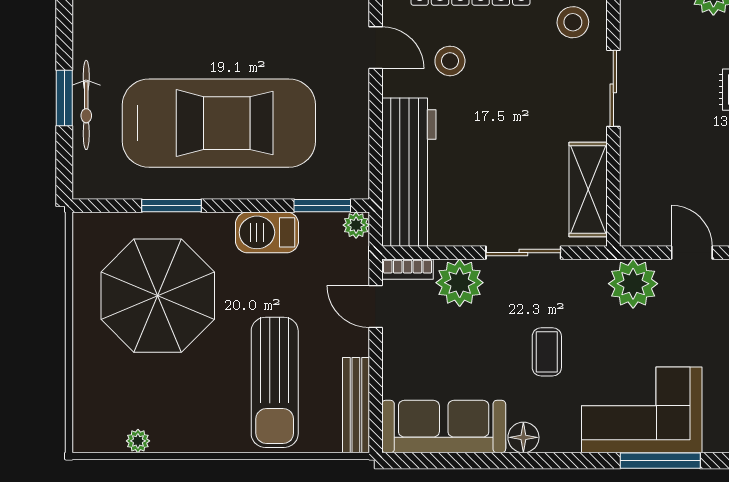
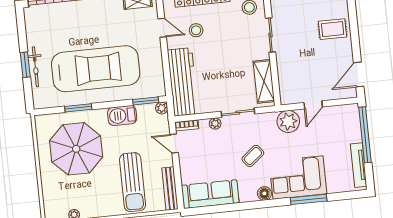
door: (692, 253) -> (313, 105), swing flipped
plant: (460, 283) -> (215, 124), width x0.53, depth x0.53
coffee table: (547, 352) -> (253, 156), turned 51
floor lamp: (523, 437) -> (264, 193), moved

